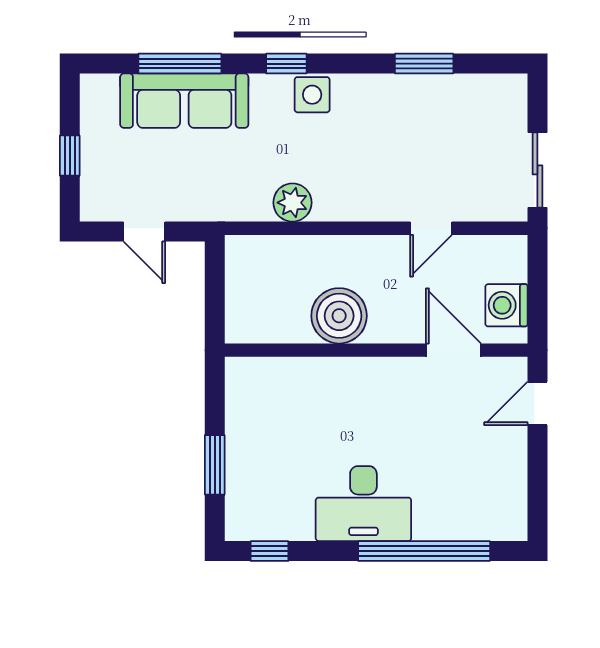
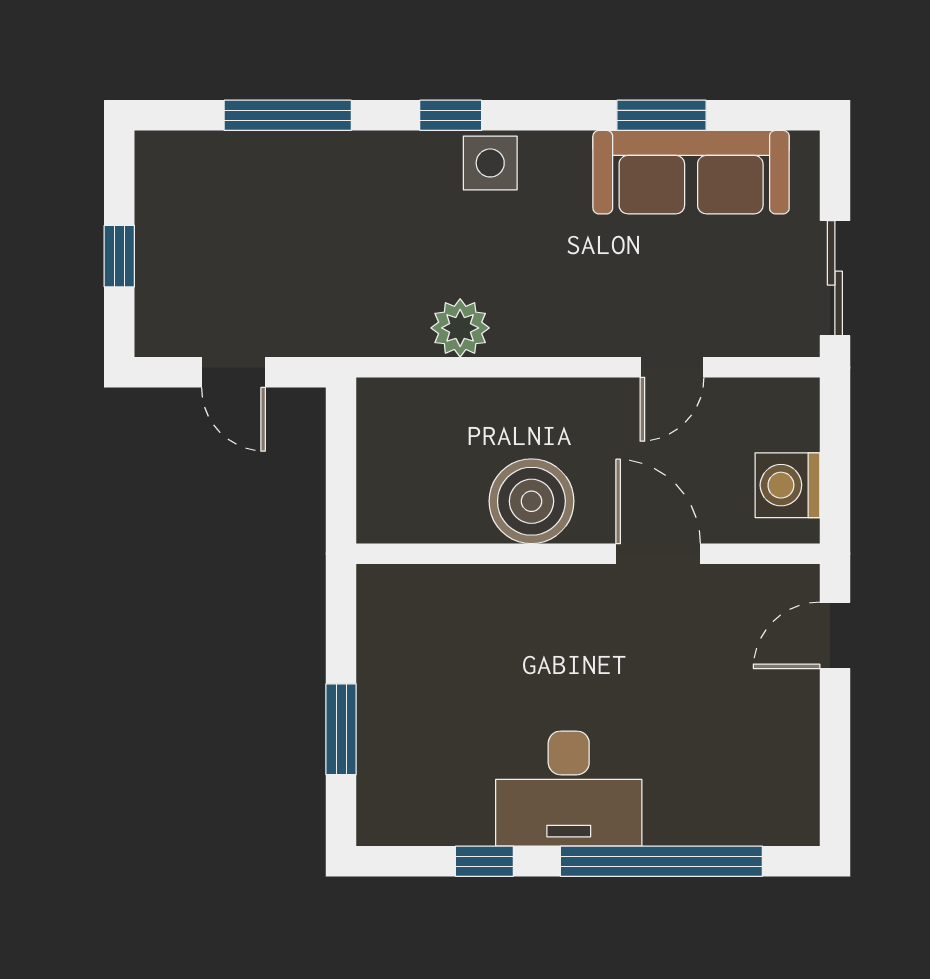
sofa: (184, 101) -> (691, 172), moved
door: (454, 350) -> (658, 554), moved
window: (269, 551) -> (484, 861), moved

